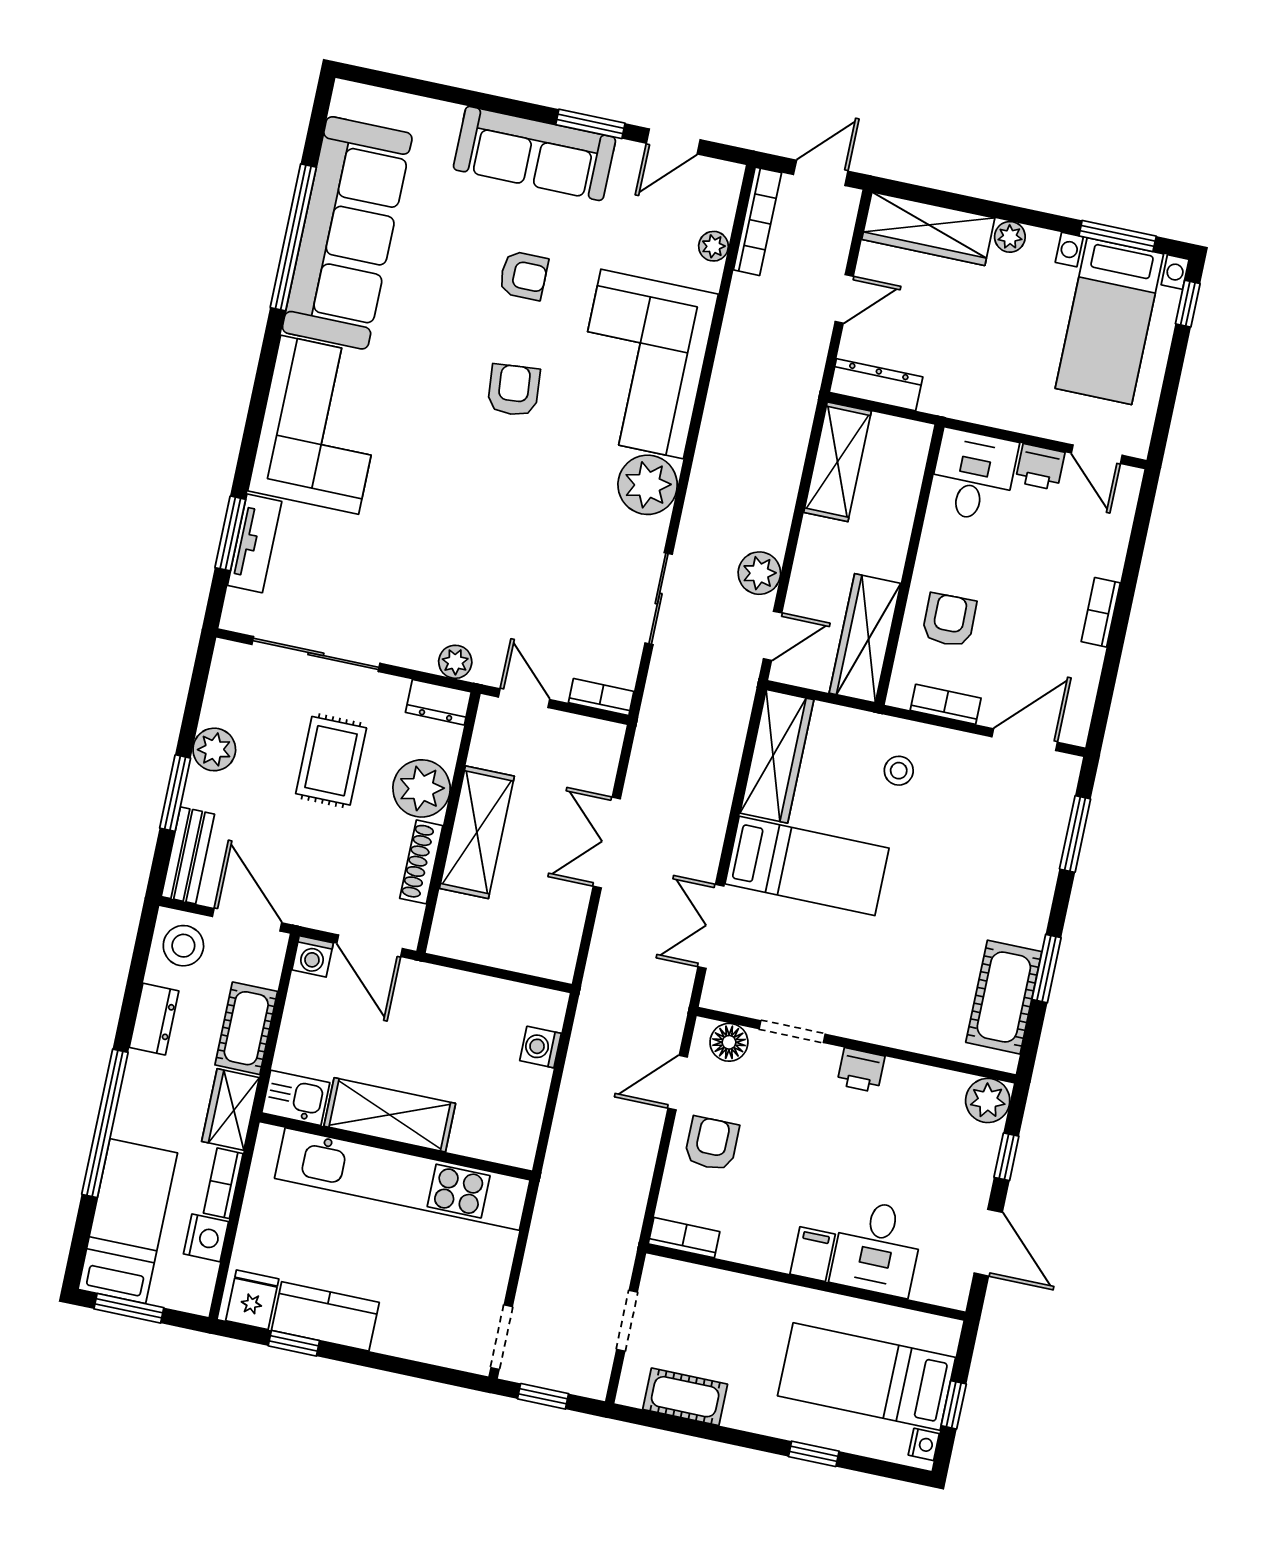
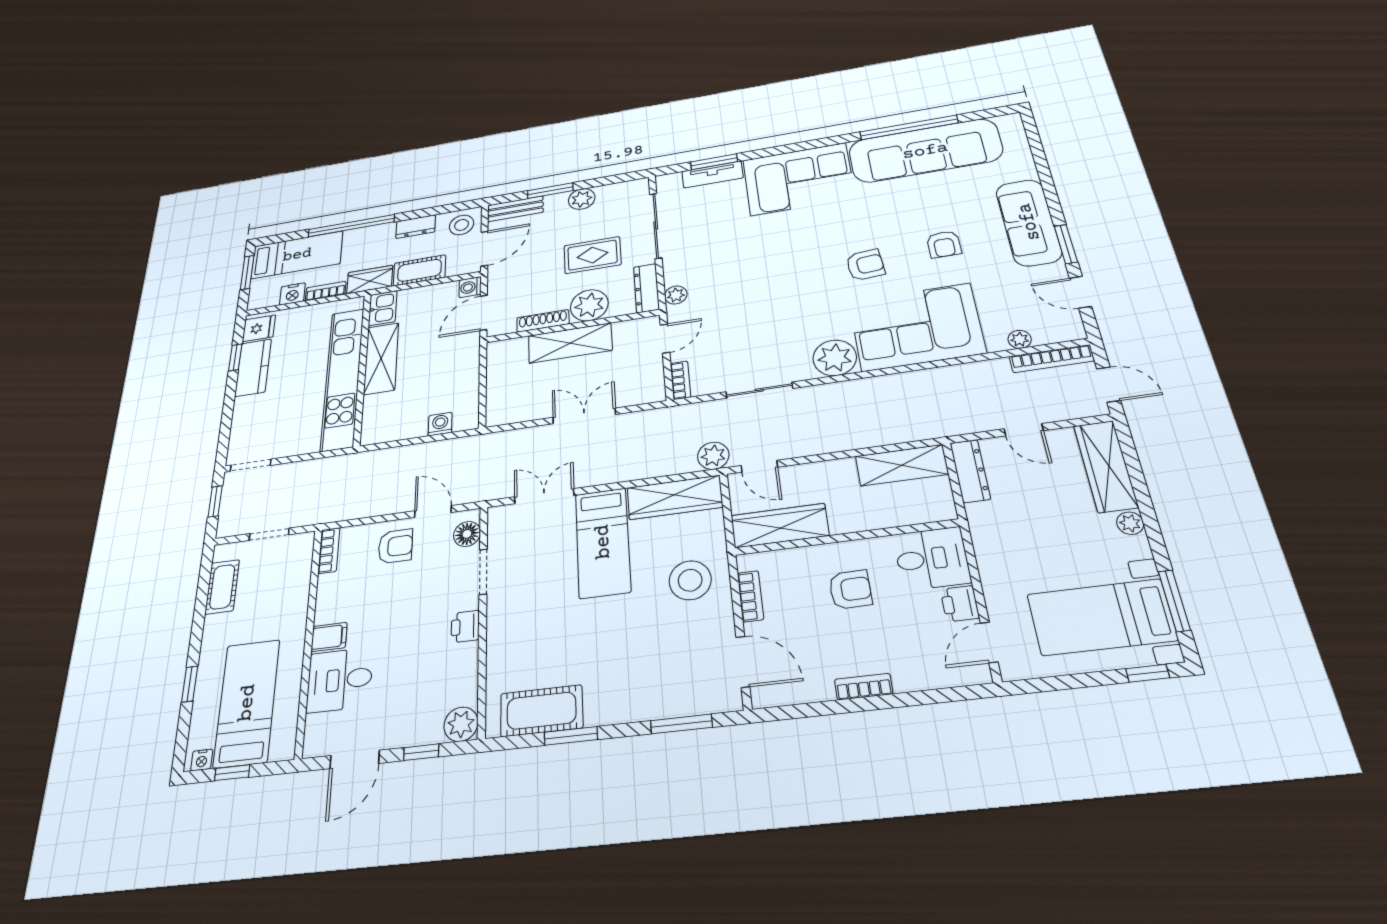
plant: (759, 573) -> (713, 456), moved
armchair: (949, 620) -> (850, 589), moved
dresser: (438, 702) -> (646, 288), width x1.44
stool: (899, 771) -> (690, 580), width x1.89, depth x1.89

